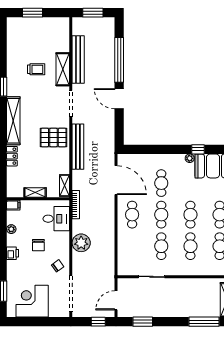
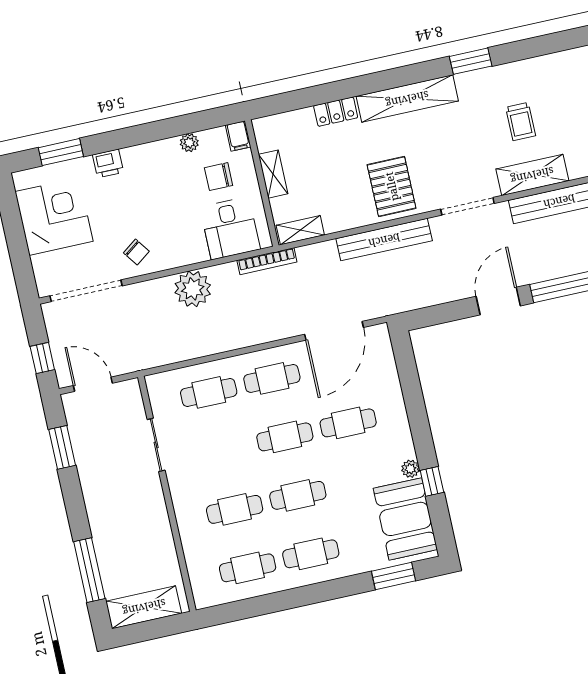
chair: (38, 245) -> (219, 177), moved
cafe table: (161, 246) -> (209, 392), moved
printer: (13, 253) -> (108, 163), moved

